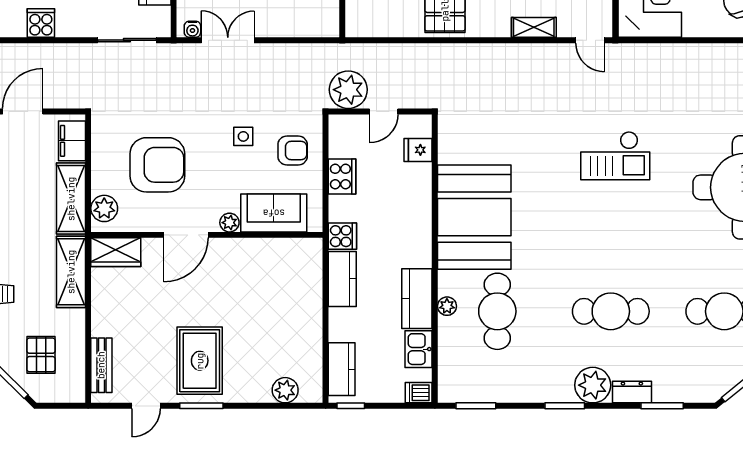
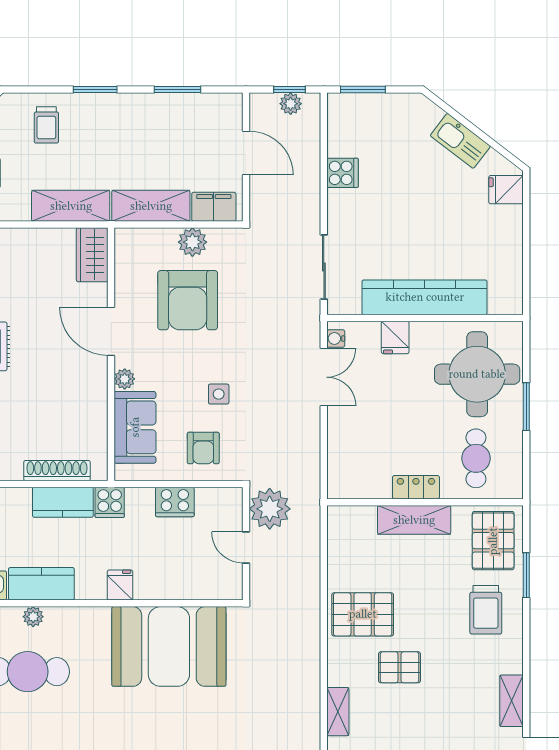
fridge: (418, 150) -> (120, 585), moved
plant: (104, 208) -> (192, 242), moved
booth: (474, 217) -> (169, 646), moved
shoe rack: (313, 284) -> (57, 471), added

